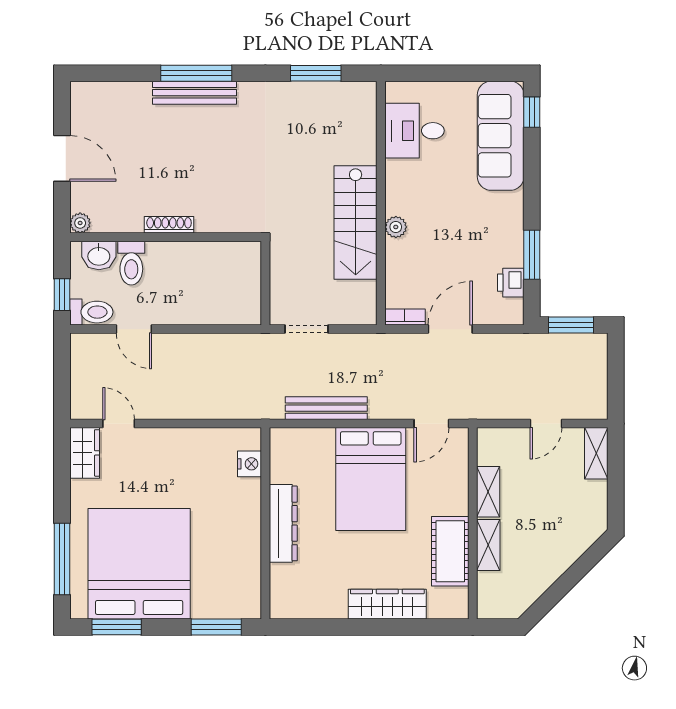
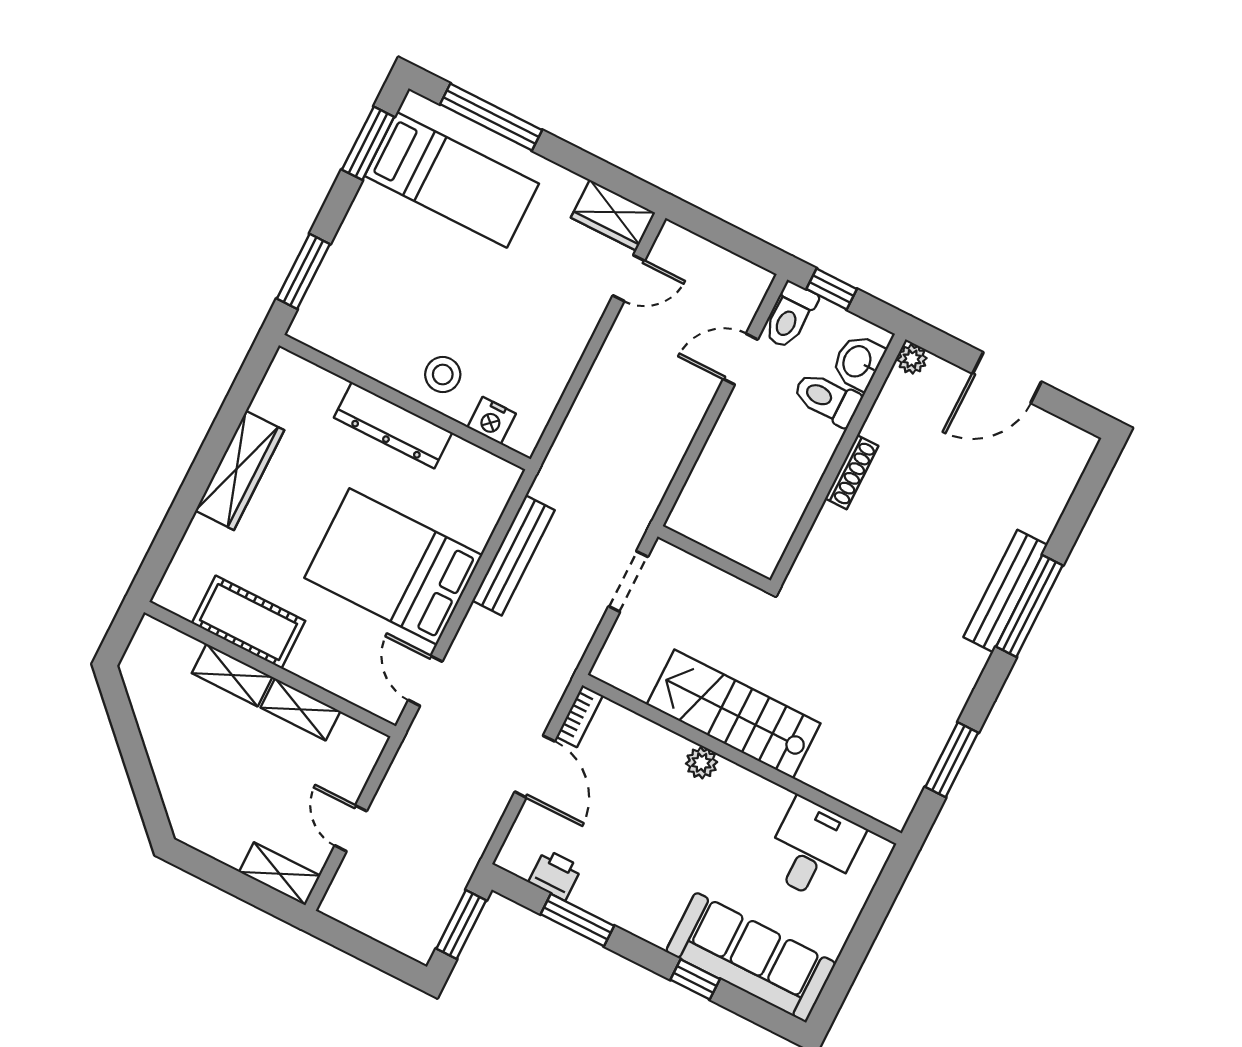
window: (532, 112) -> (695, 979), moved
stool: (236, 508) -> (443, 374), added
bed: (139, 564) -> (452, 180), width x0.49
wardrobe: (387, 604) -> (240, 470), moved

